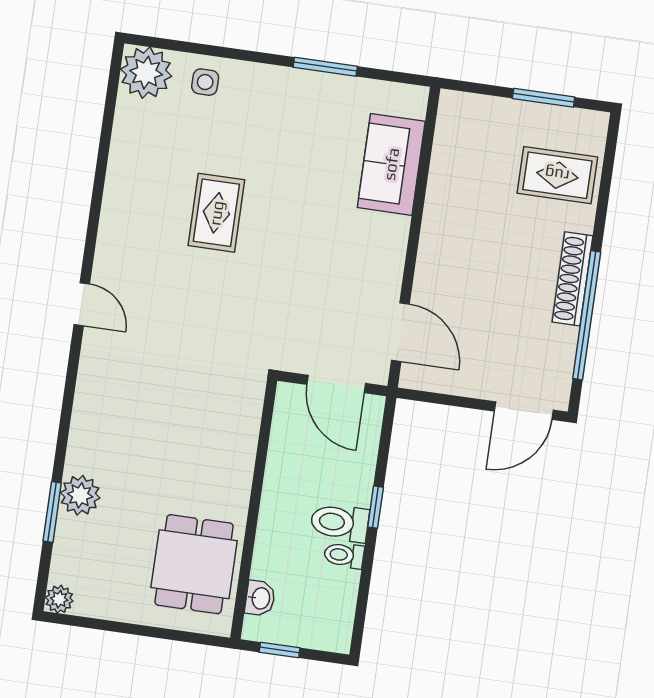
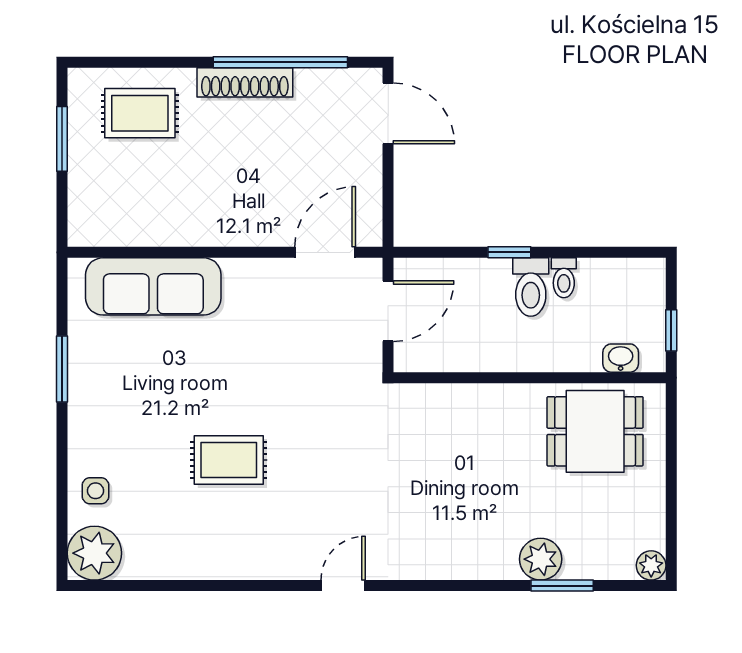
sofa: (391, 164) -> (153, 286), width x1.36
rug: (557, 175) -> (140, 113), turned 90

